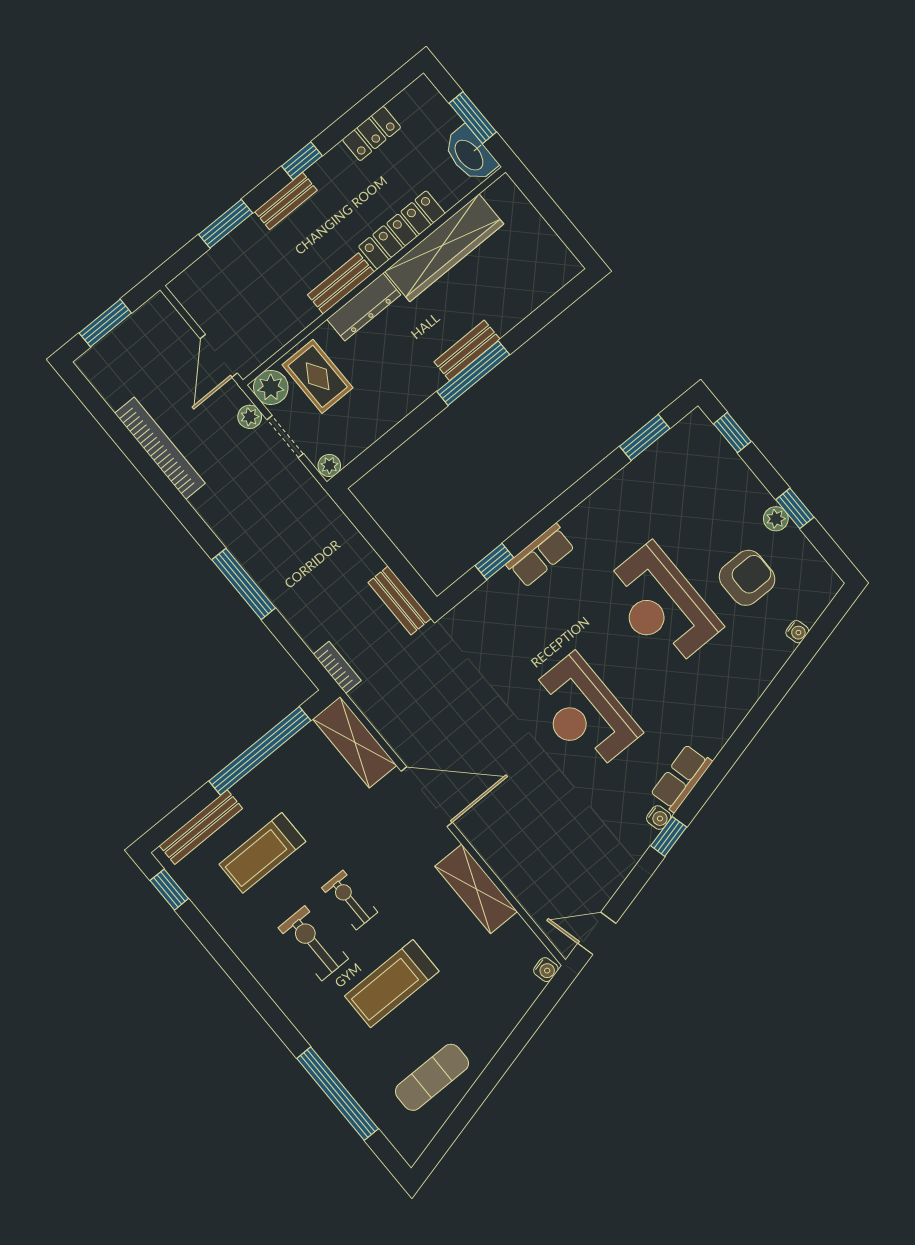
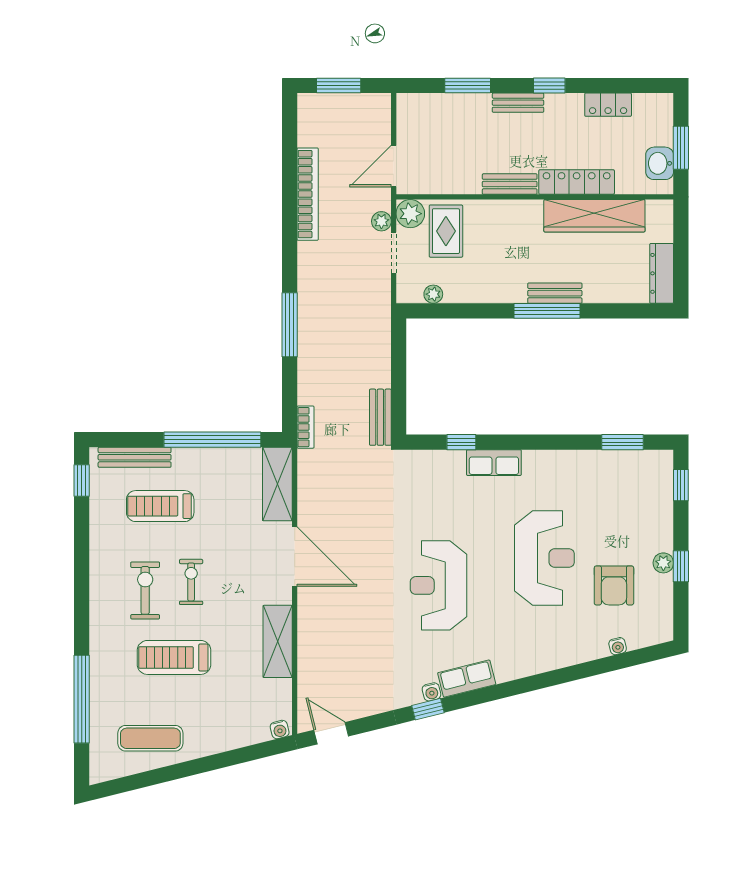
washbasin: (470, 154) -> (660, 163), width x0.72
dresser: (364, 307) -> (662, 273), moved, turned 90
plant: (329, 466) -> (433, 294), moved
armchair: (747, 578) -> (614, 585), turned 90
reception desk: (661, 606) -> (544, 558), turned 180

